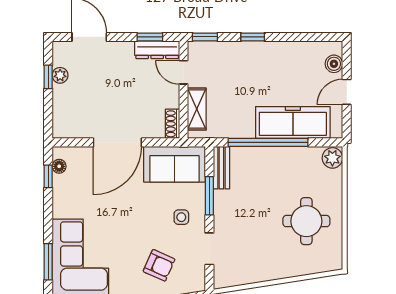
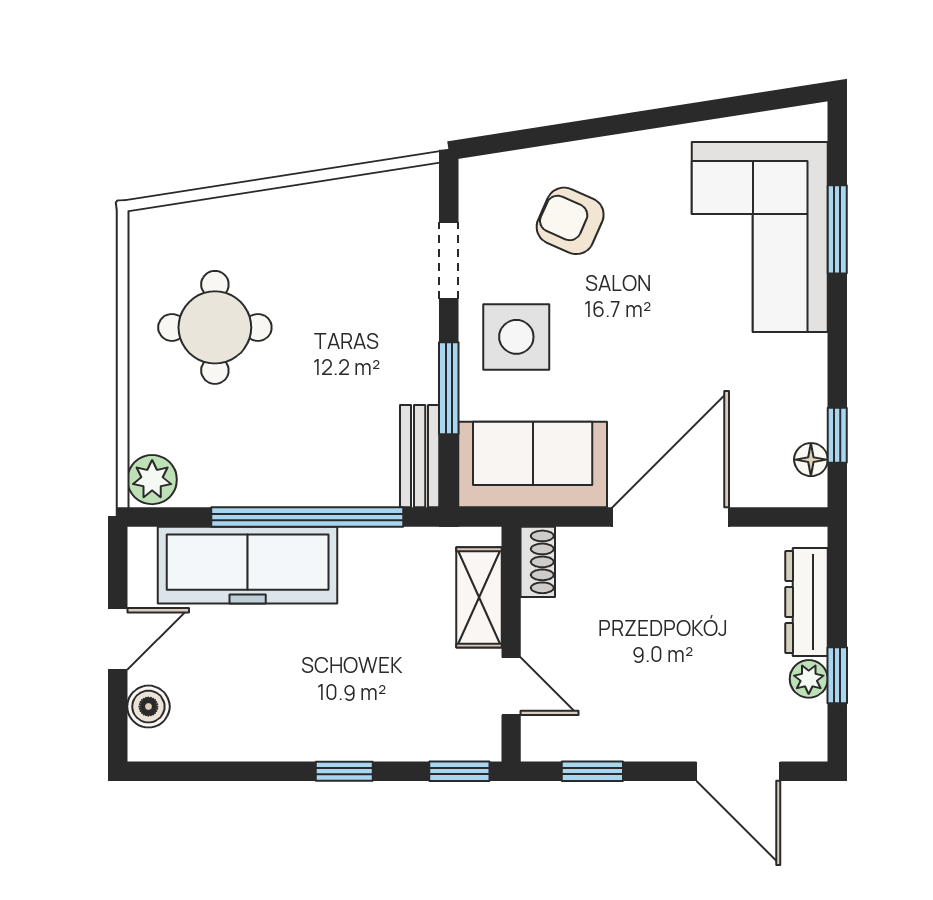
dresser: (157, 50) -> (806, 602), moved, turned -90
side table: (181, 217) -> (516, 337), width x1.87, depth x1.87

